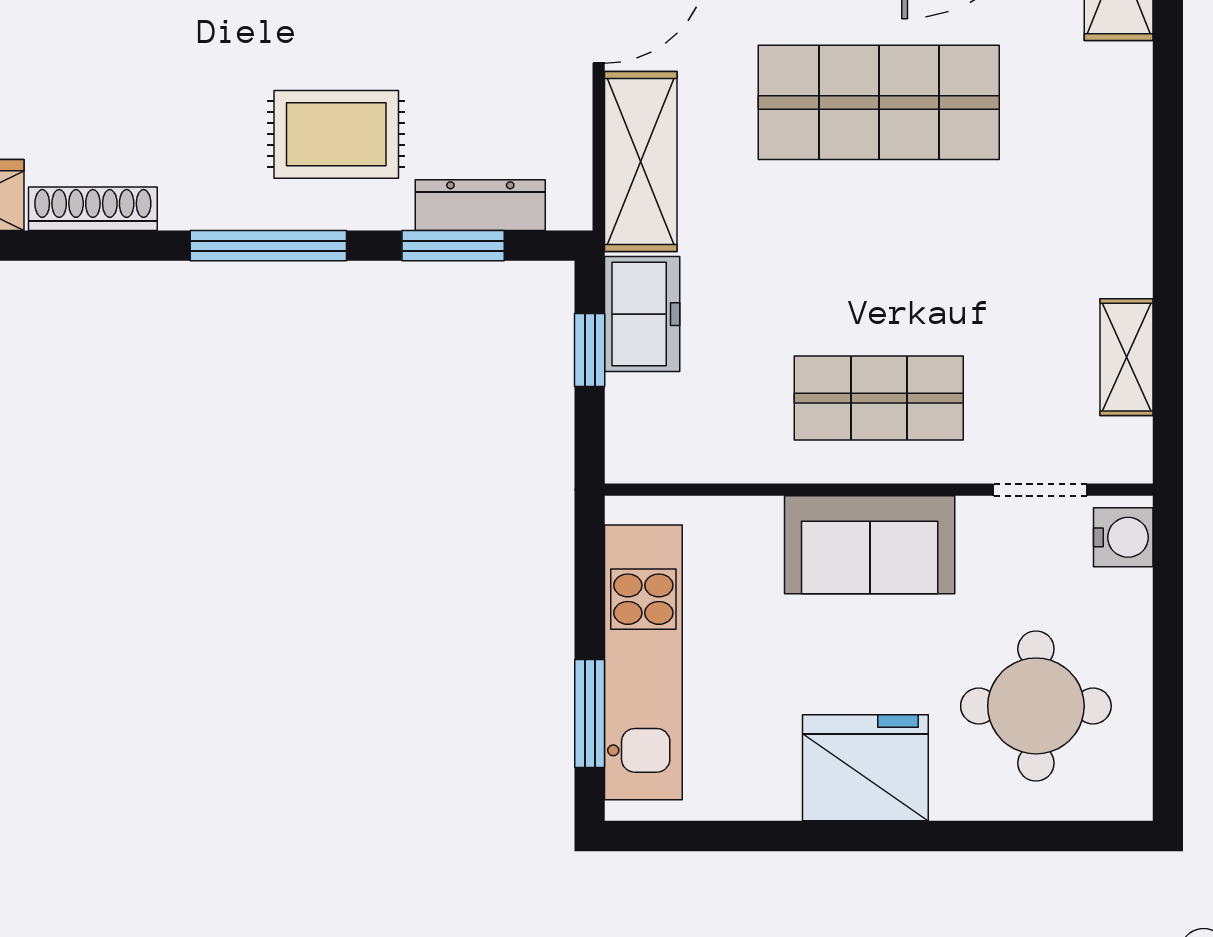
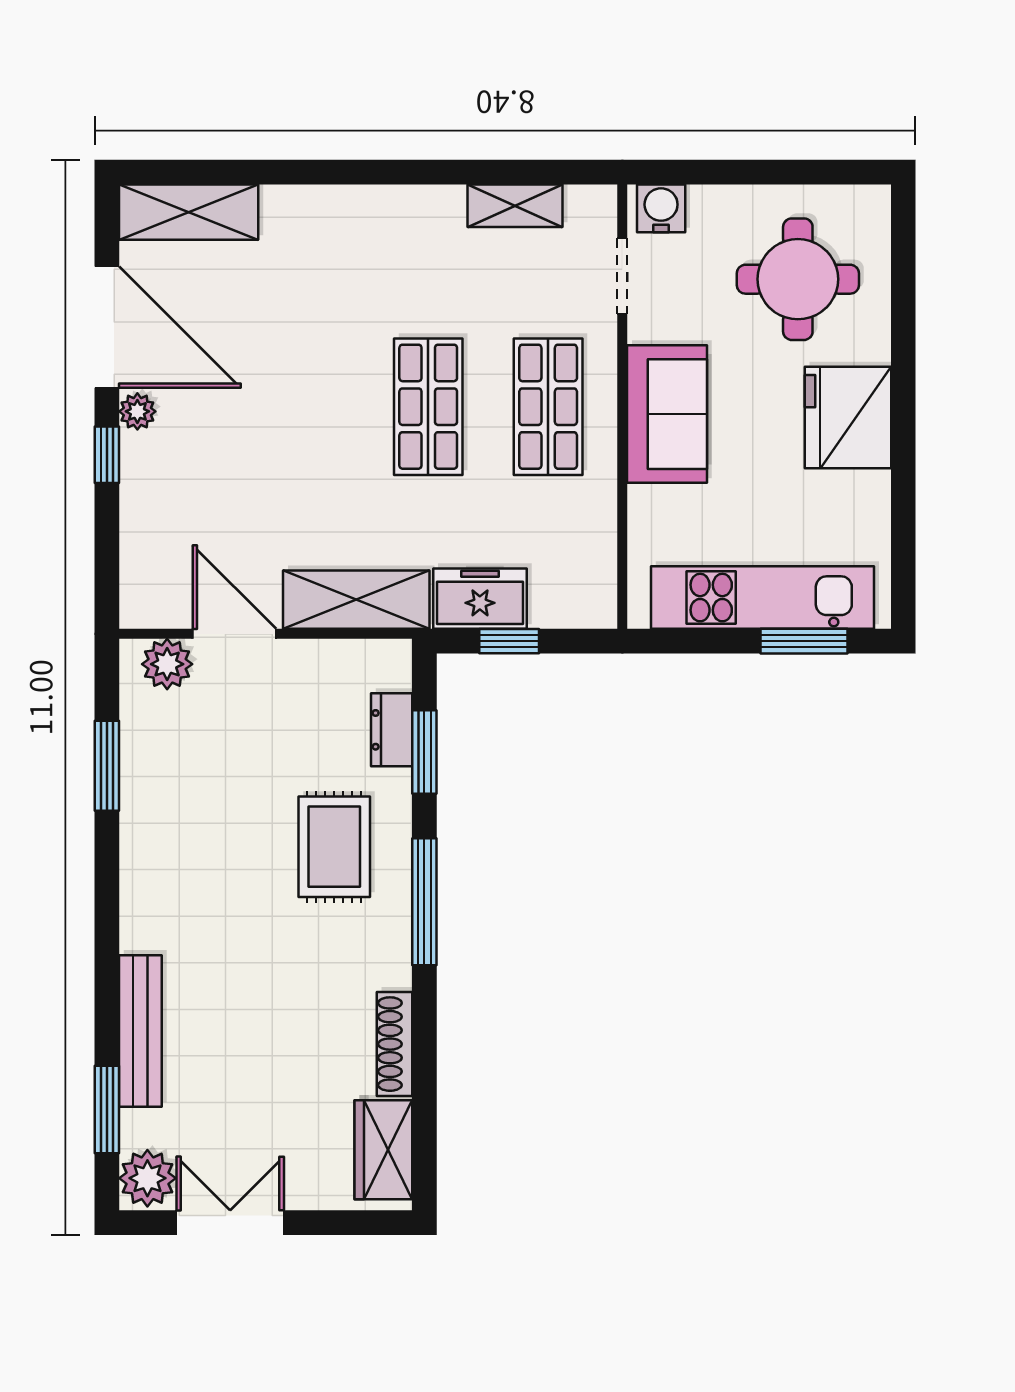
shop shelf: (879, 102) -> (428, 407), moved, width x0.70, depth x0.74
dresser: (480, 205) -> (392, 730), width x0.70

